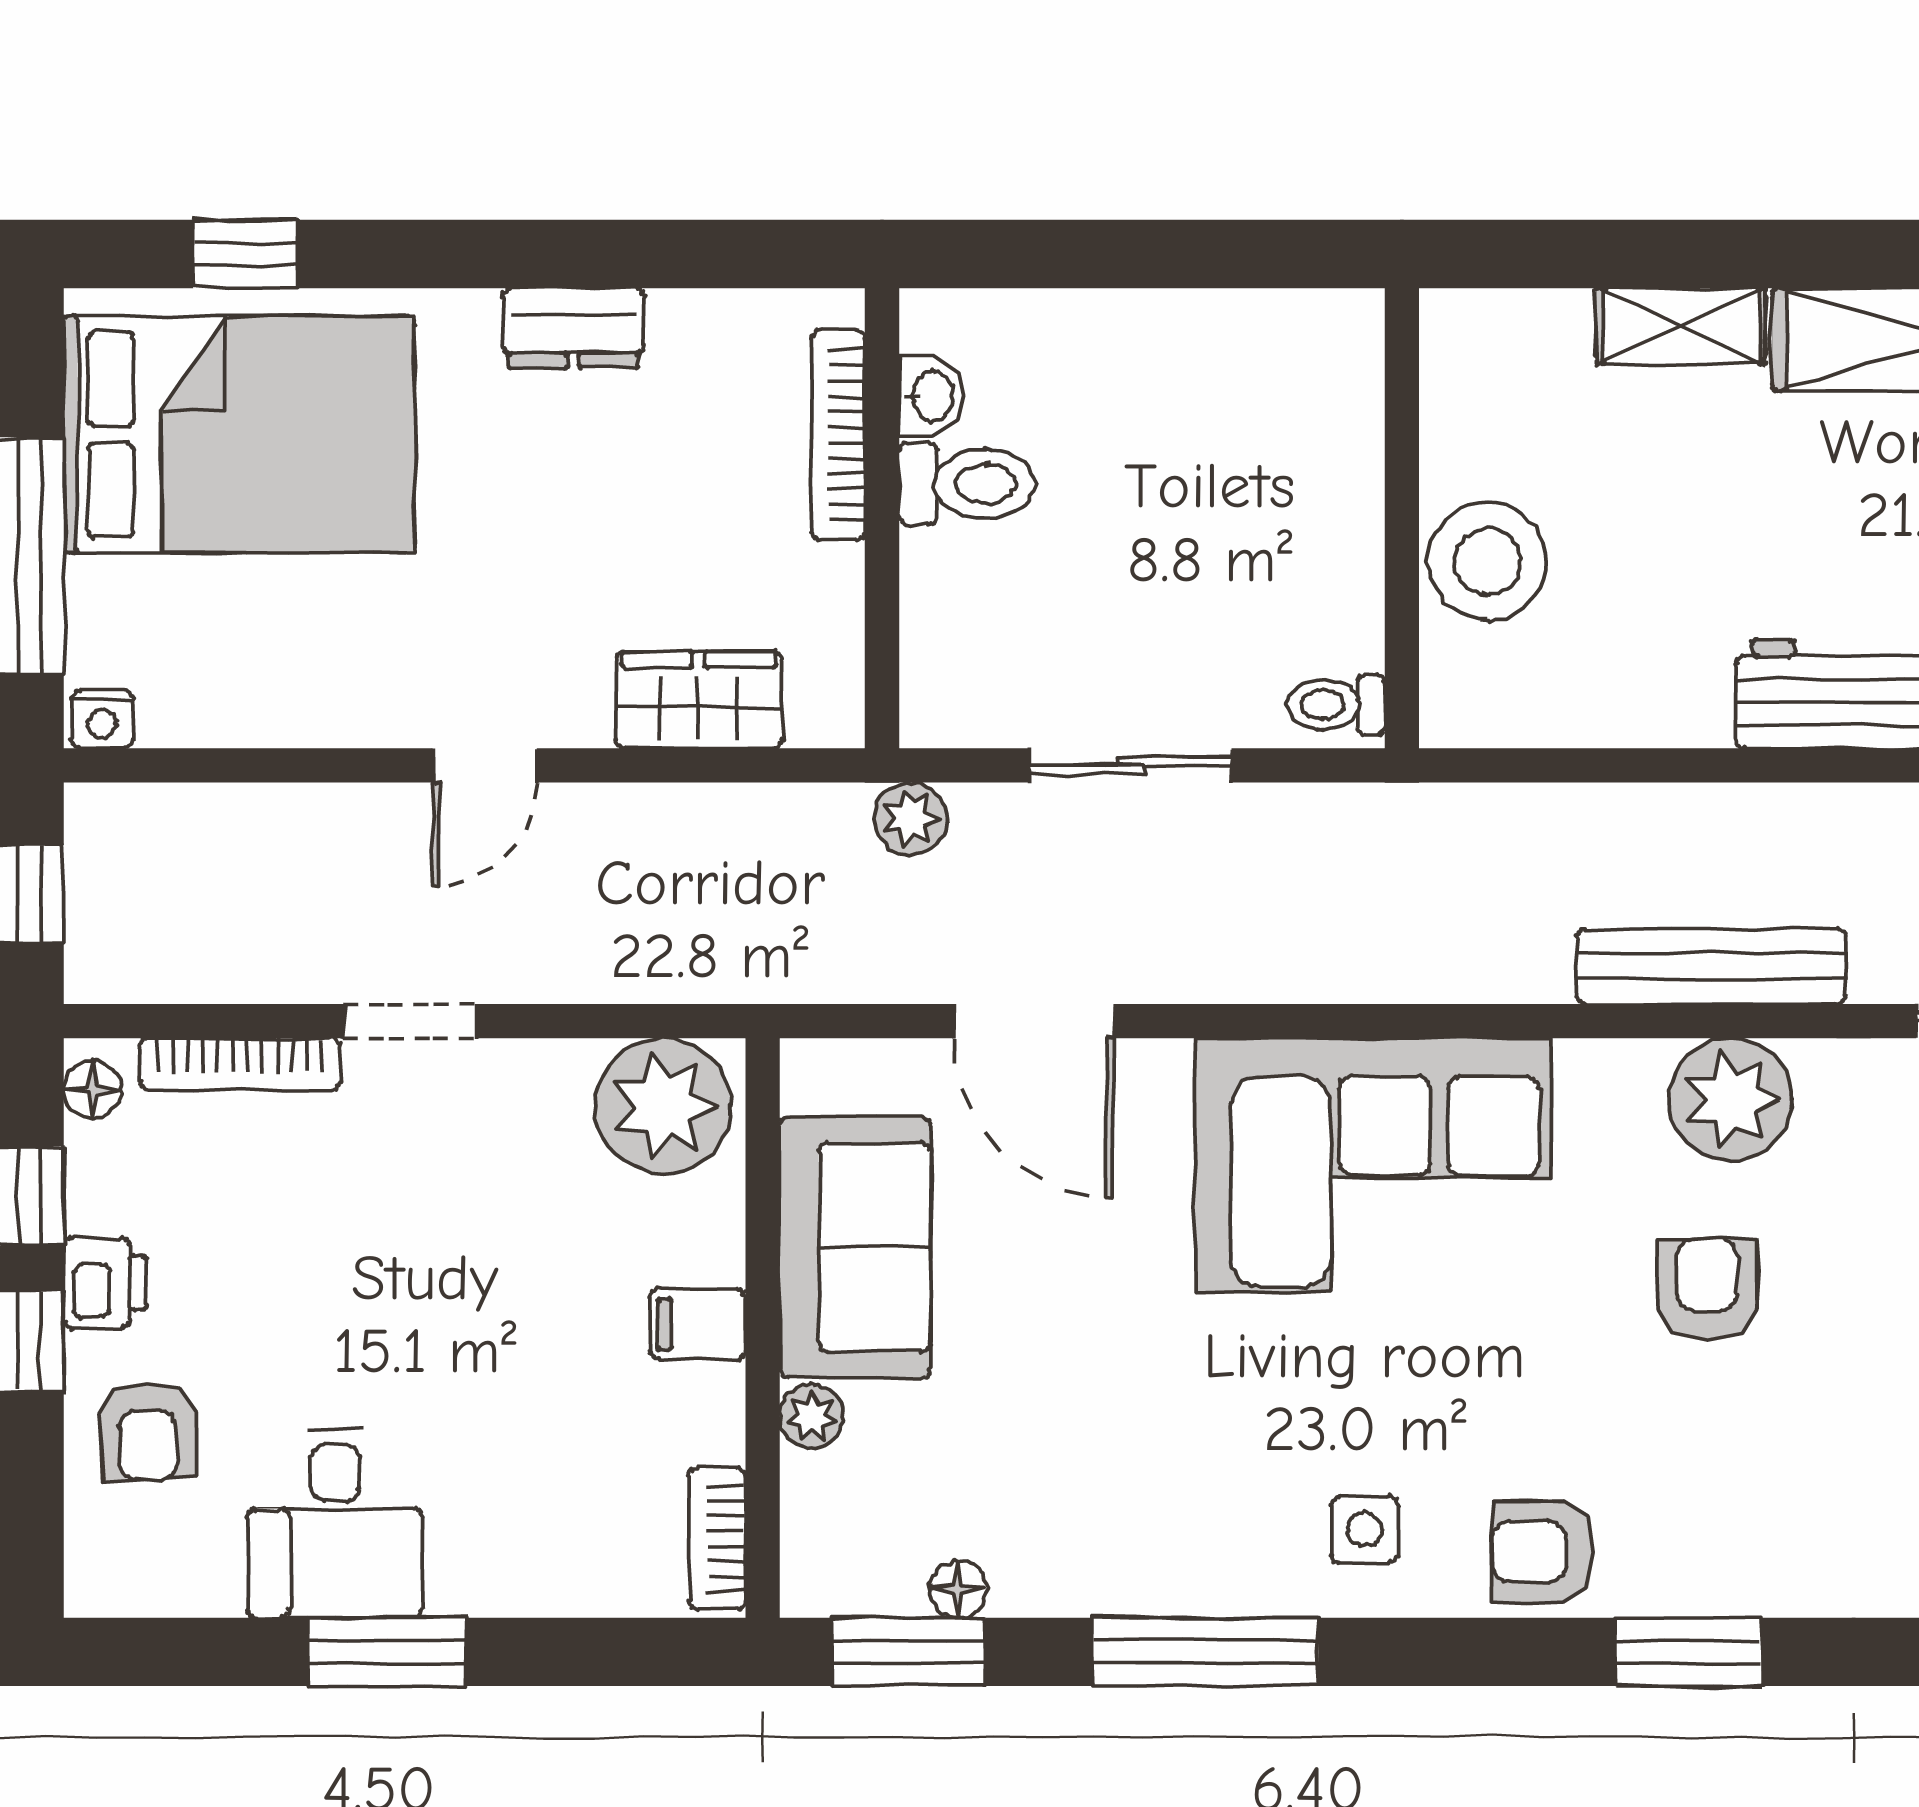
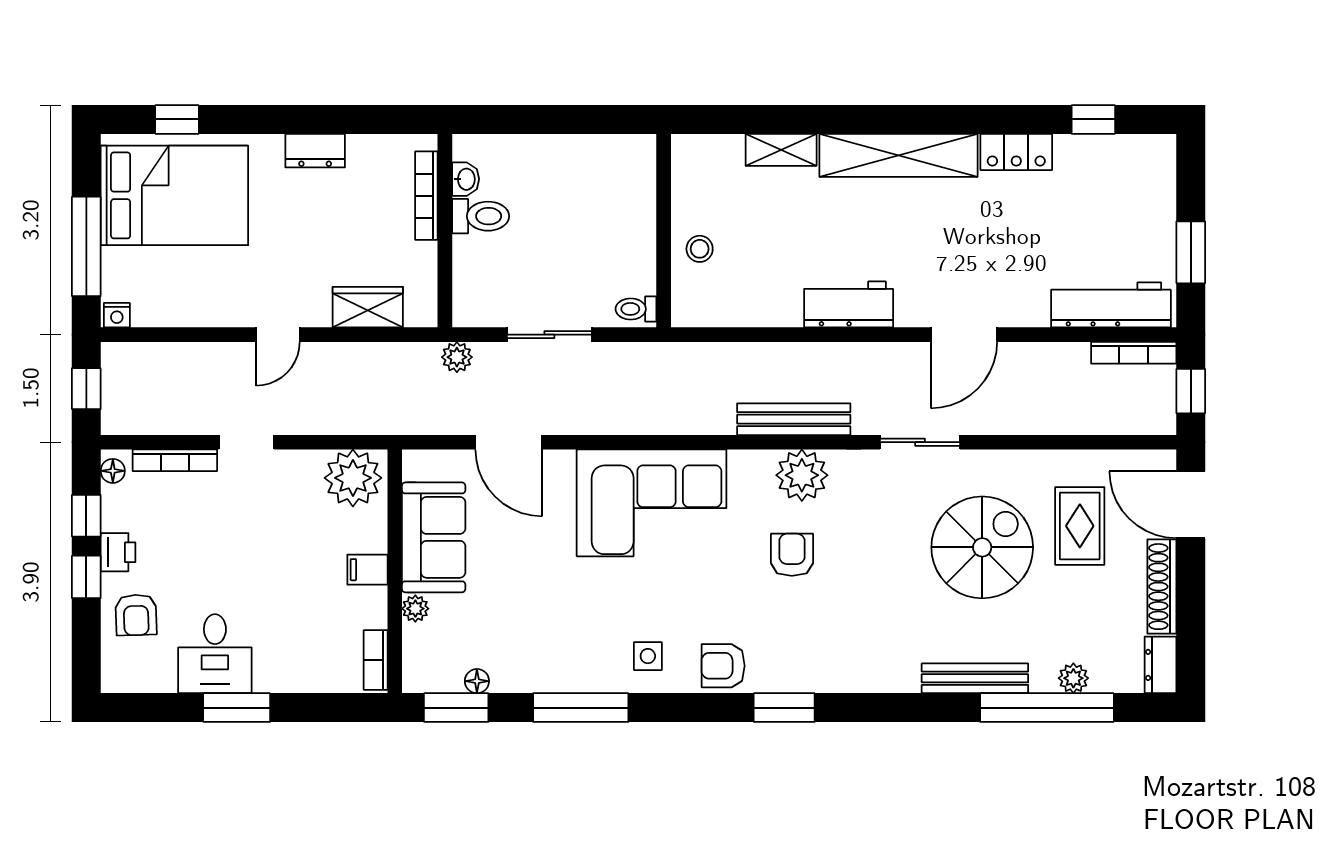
stool: (1487, 561) -> (700, 249), width x0.53, depth x0.53

